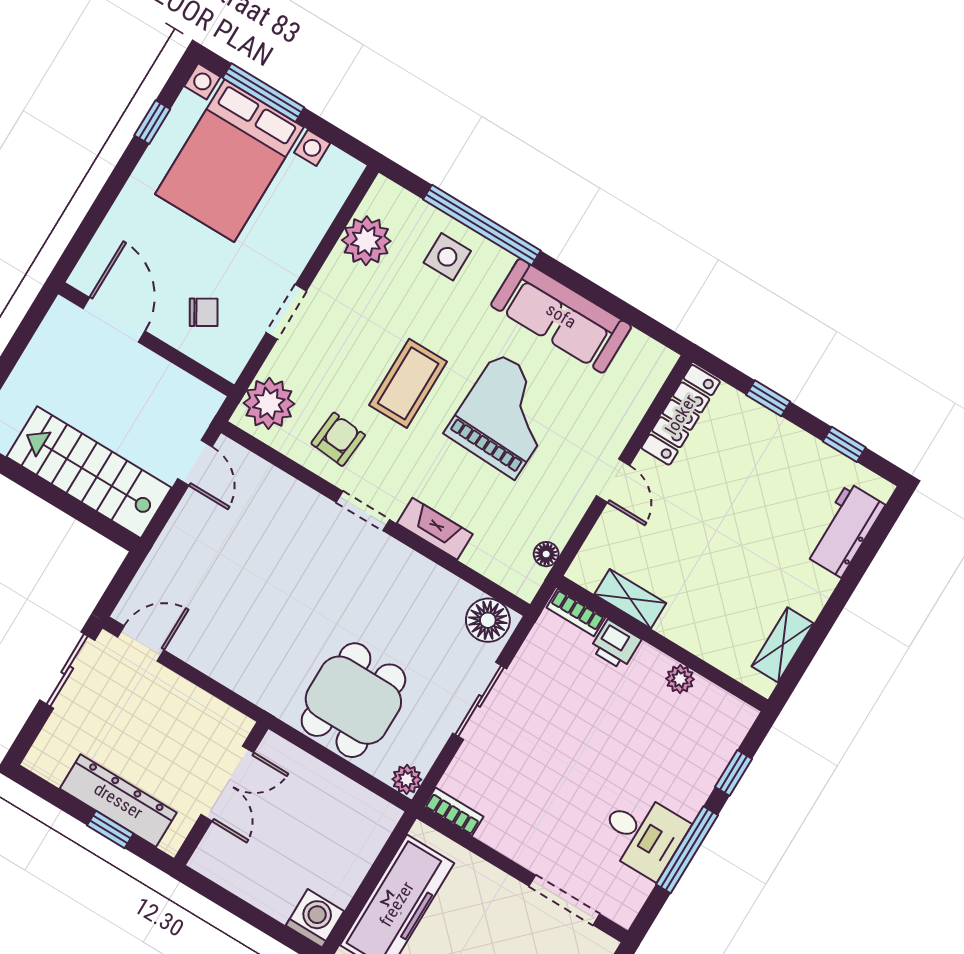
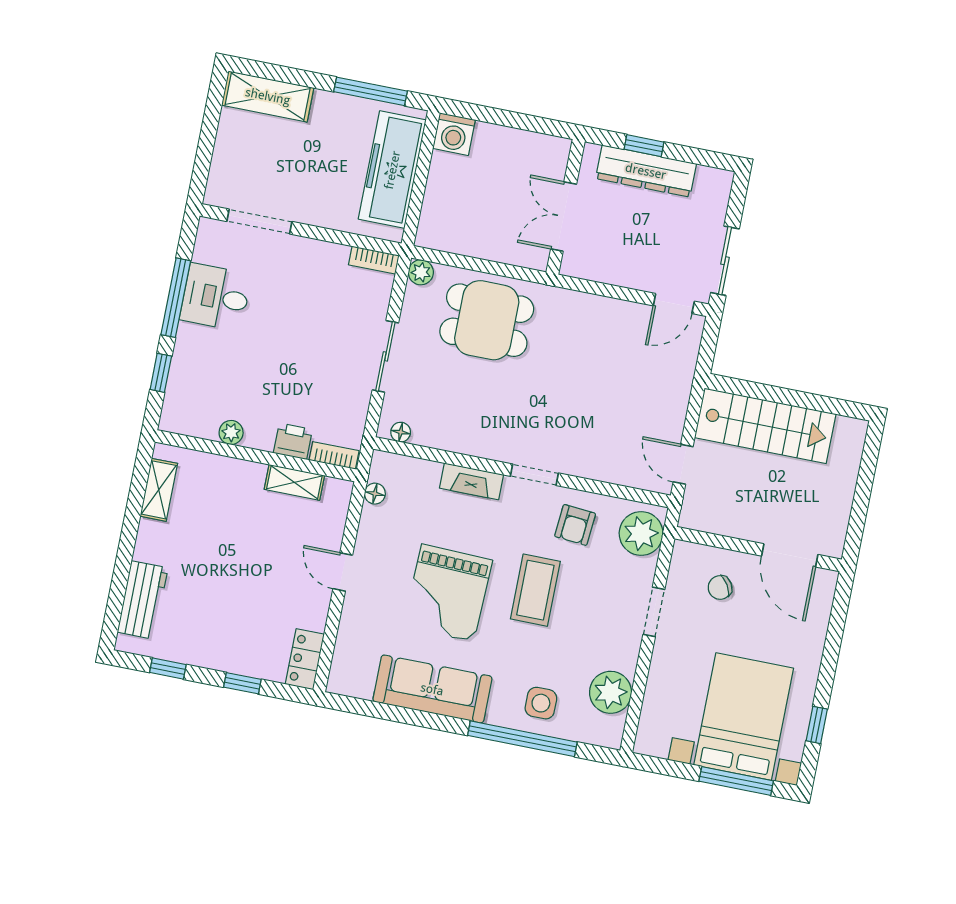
locker: (681, 415) -> (305, 659), width x0.66
floor lamp: (488, 620) -> (401, 432), width x0.53, depth x0.53
dining table: (353, 700) -> (487, 320), turned 90

